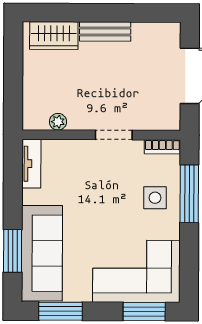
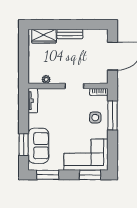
sofa: (42, 253) -> (38, 146), width x0.73

